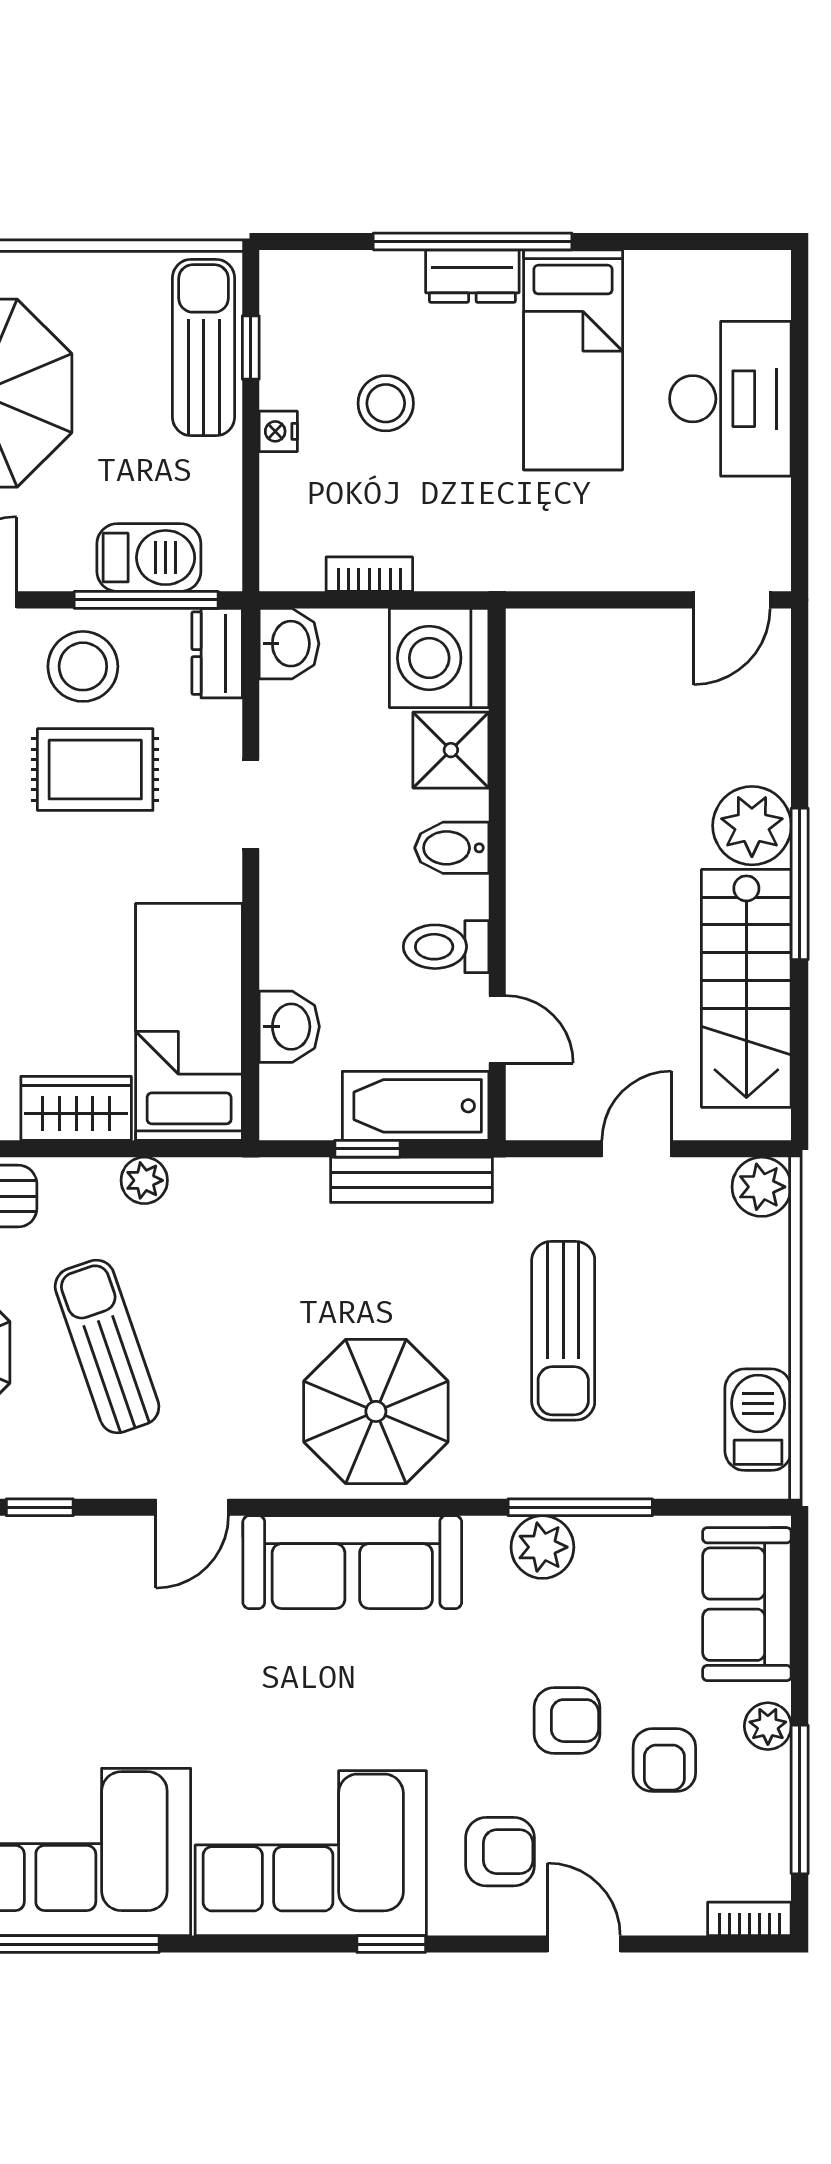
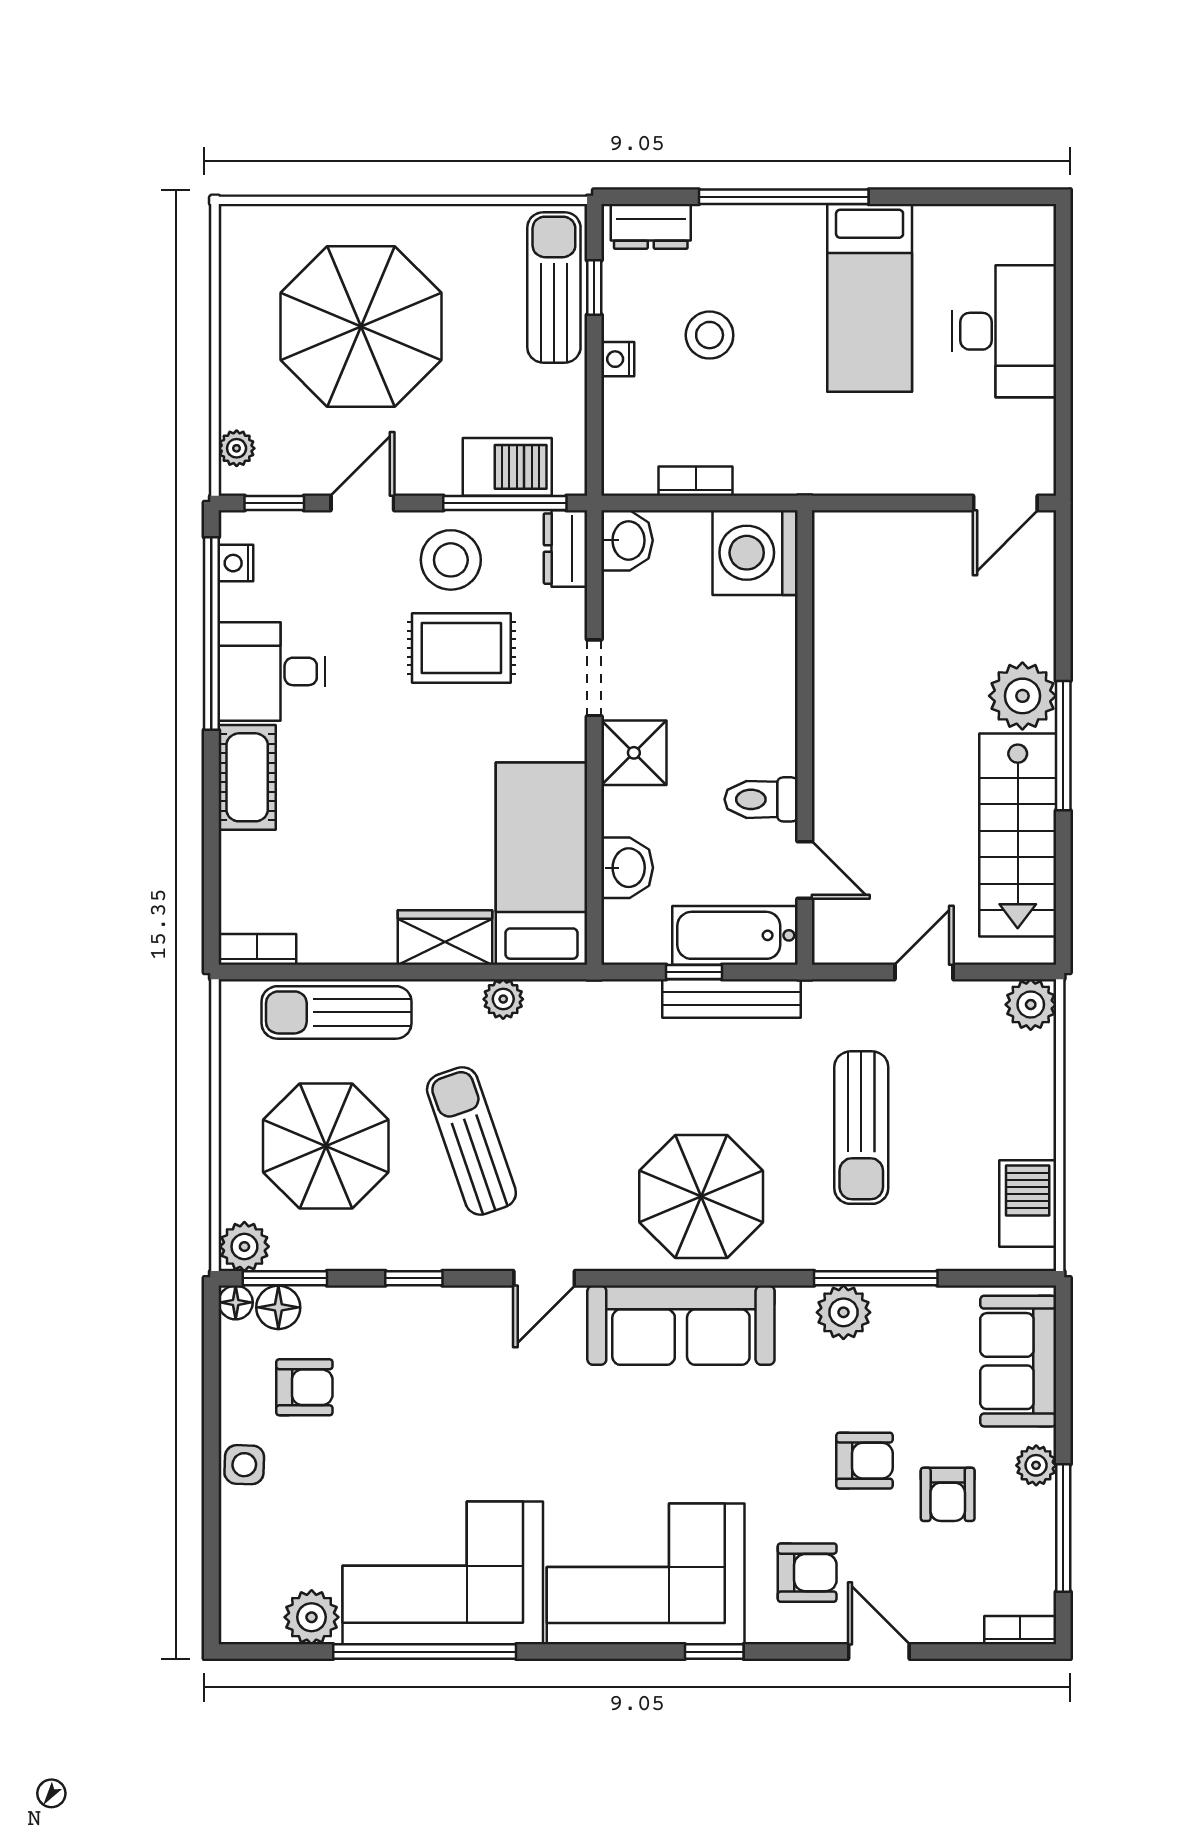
dresser: (472, 276) -> (651, 226), moved
shower: (451, 750) -> (634, 753), moved
bidet: (452, 848) -> (766, 715), removed

